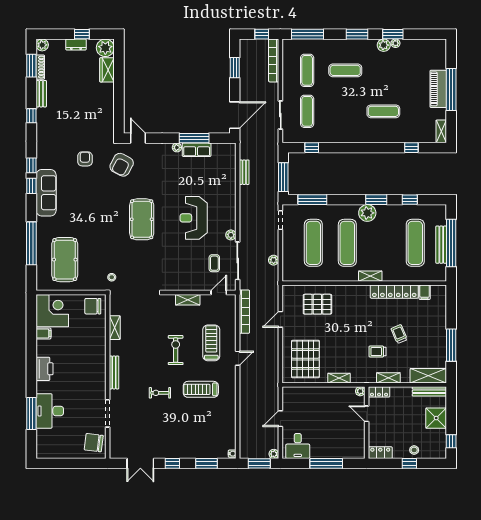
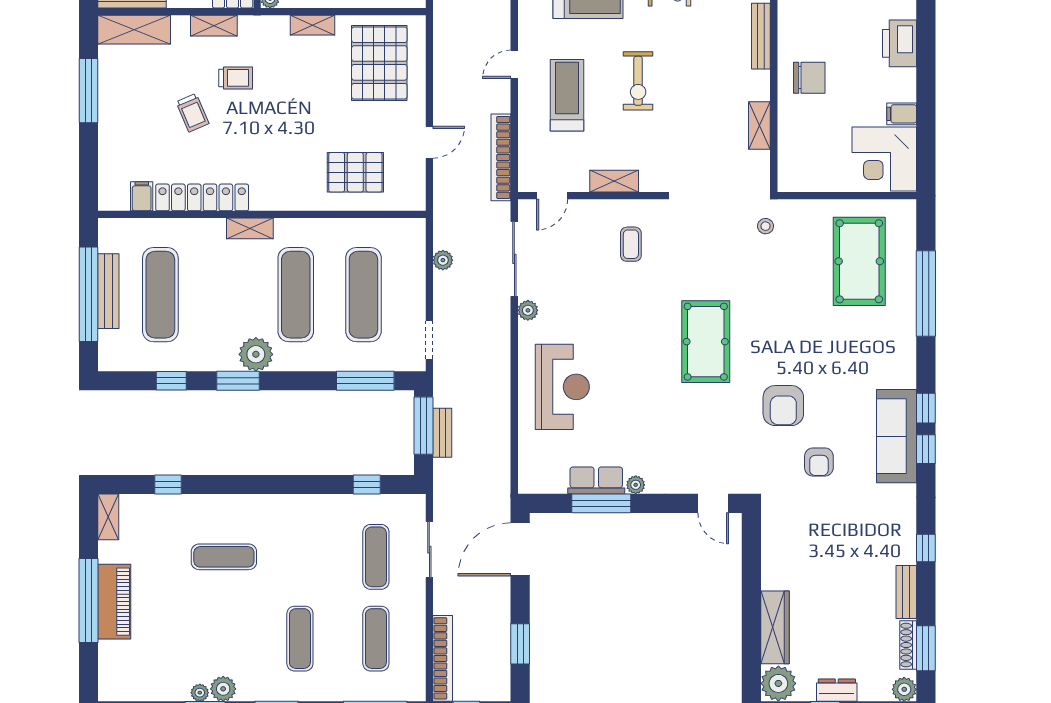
wardrobe: (107, 70) -> (775, 627), width x1.50
exercise mat: (345, 70) -> (300, 639), turned 90
armchair: (122, 165) -> (783, 406), moved, turned 152
bench: (244, 172) -> (442, 433), moved
sofa: (46, 193) -> (897, 436), moved
reception desk: (194, 218) -> (562, 387), moved
coffee table: (214, 263) -> (631, 244), moved
chair: (93, 306) -> (809, 78), moved
treadmill: (211, 343) -> (567, 95), turned 180

